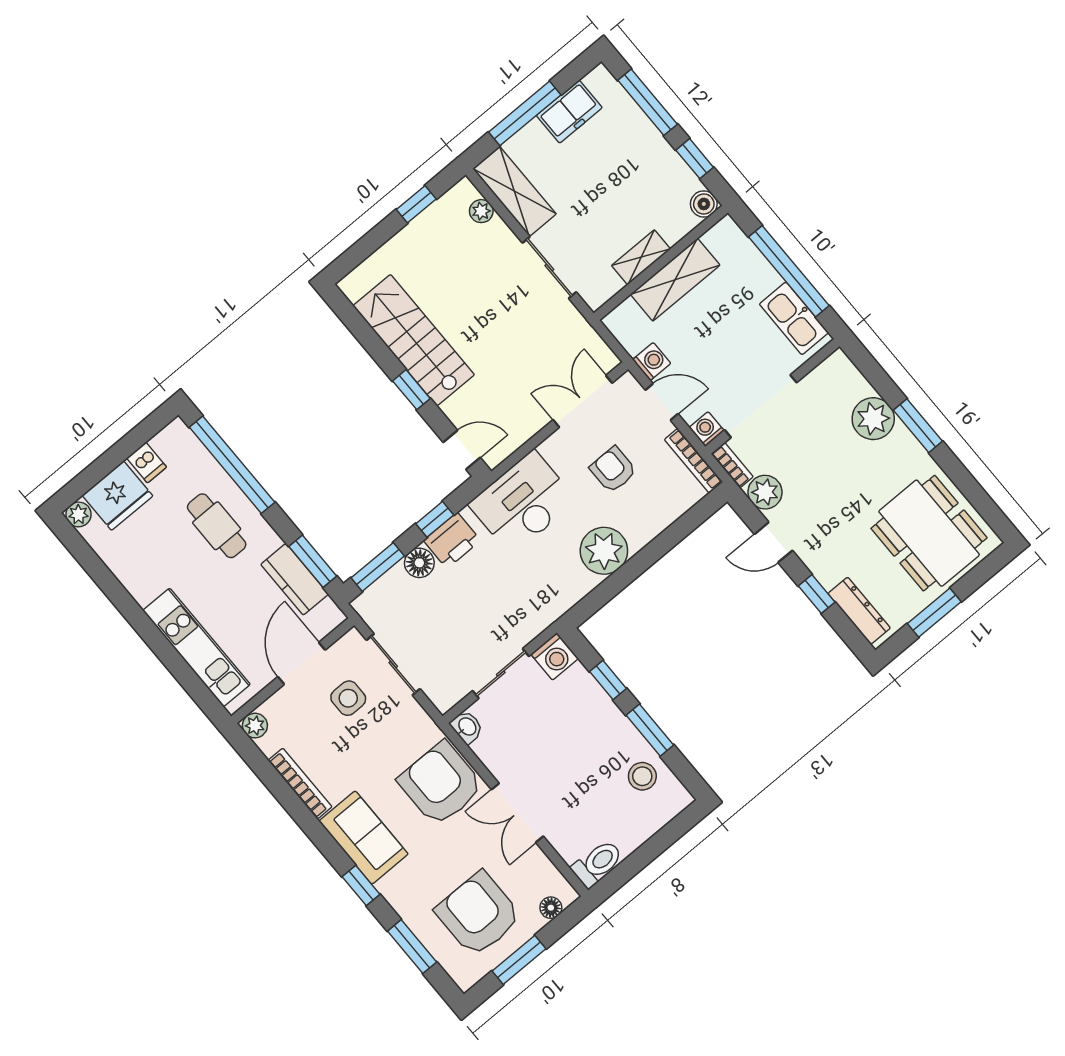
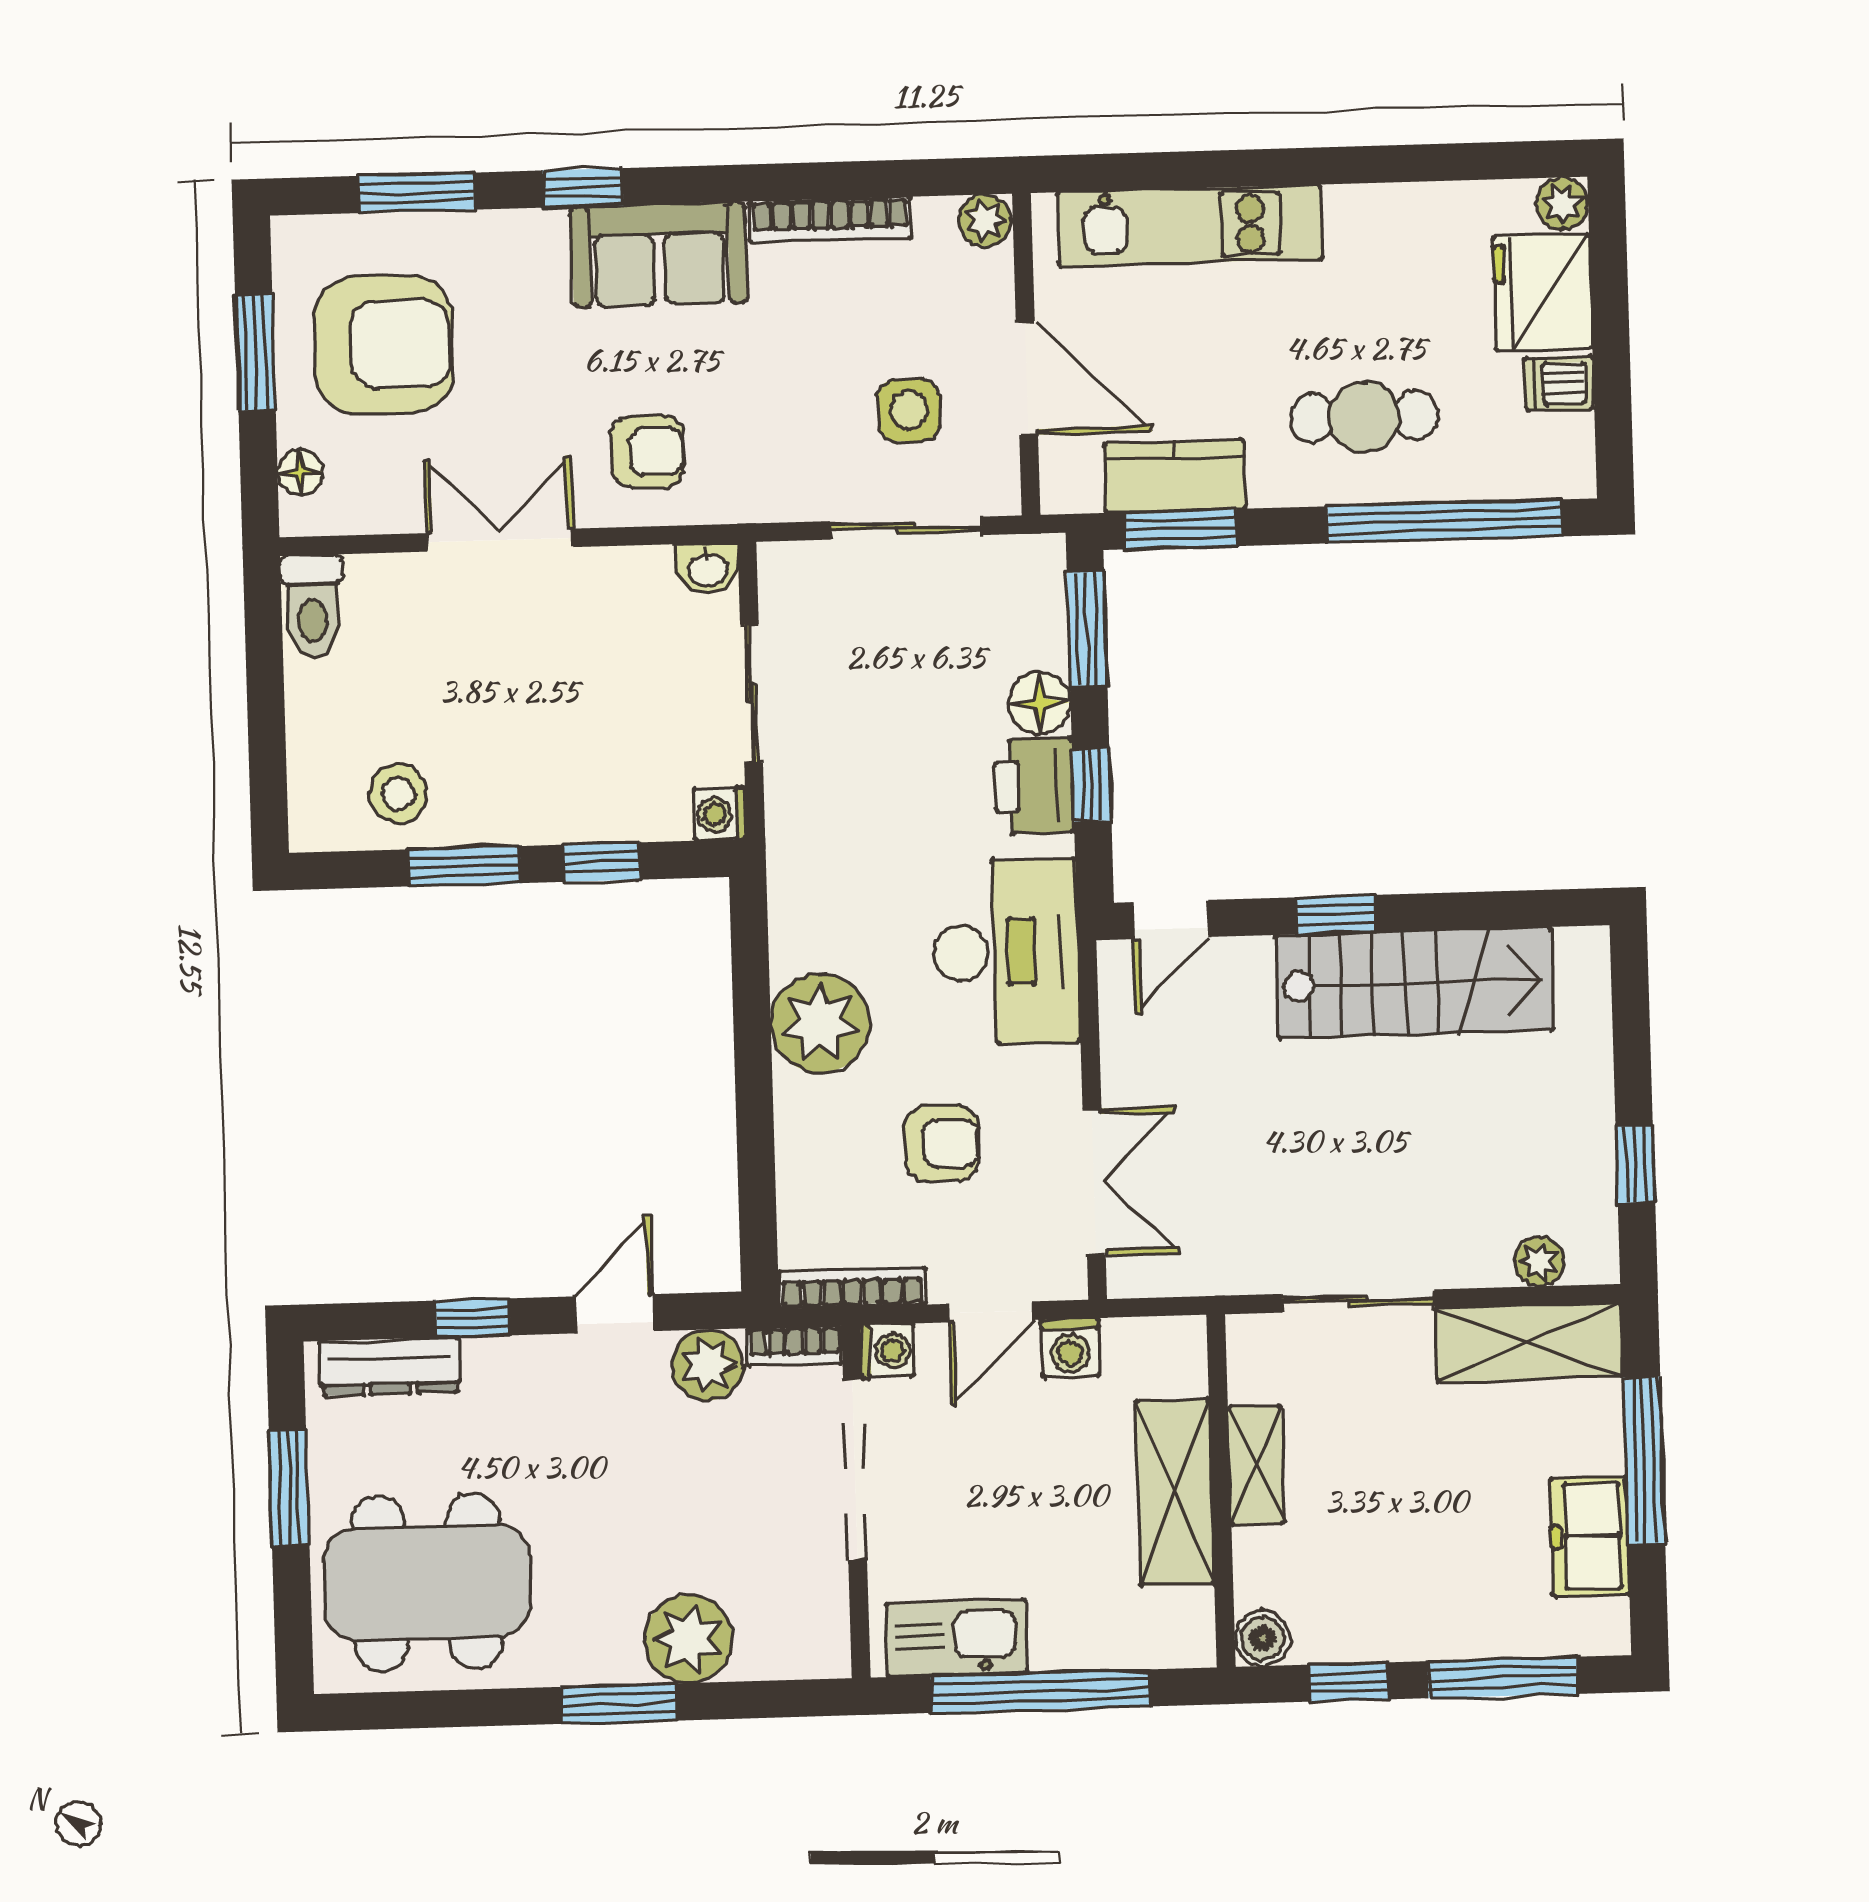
washing machine: (555, 656) -> (720, 814), width x0.73, depth x0.73
armchair: (441, 784) -> (648, 451), width x0.53, depth x0.53

